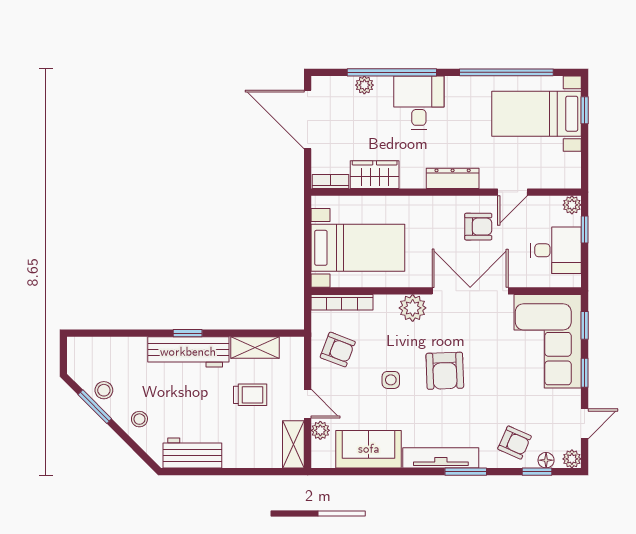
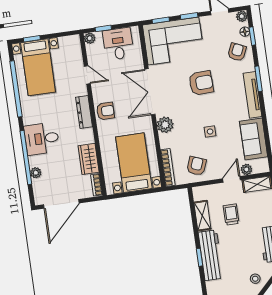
armchair: (478, 227) -> (105, 111), moved, turned 90
armchair: (445, 371) -> (201, 83), moved

